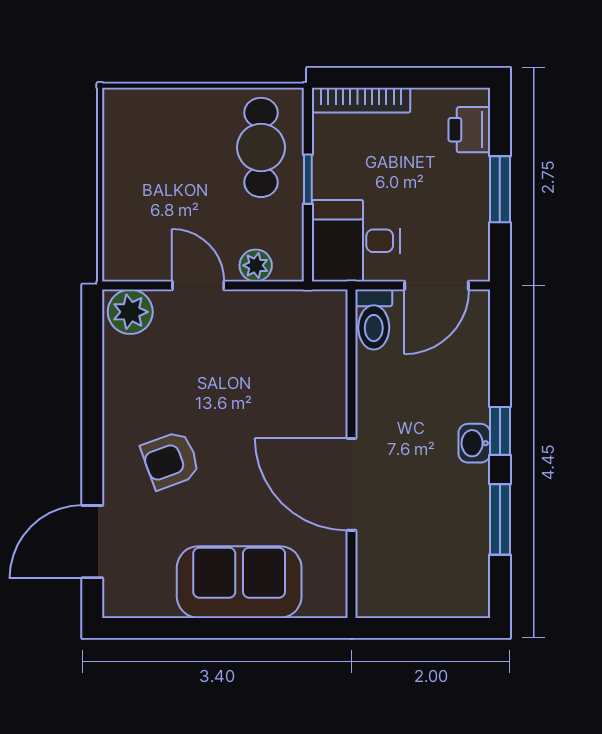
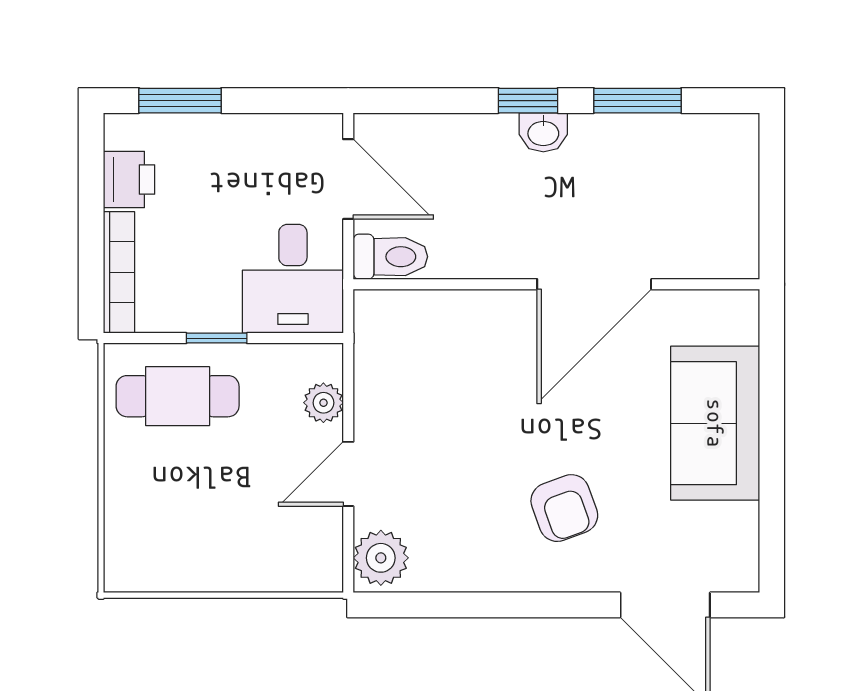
printer: (469, 130) -> (129, 180), moved, turned -90
window: (500, 189) -> (180, 101), moved

